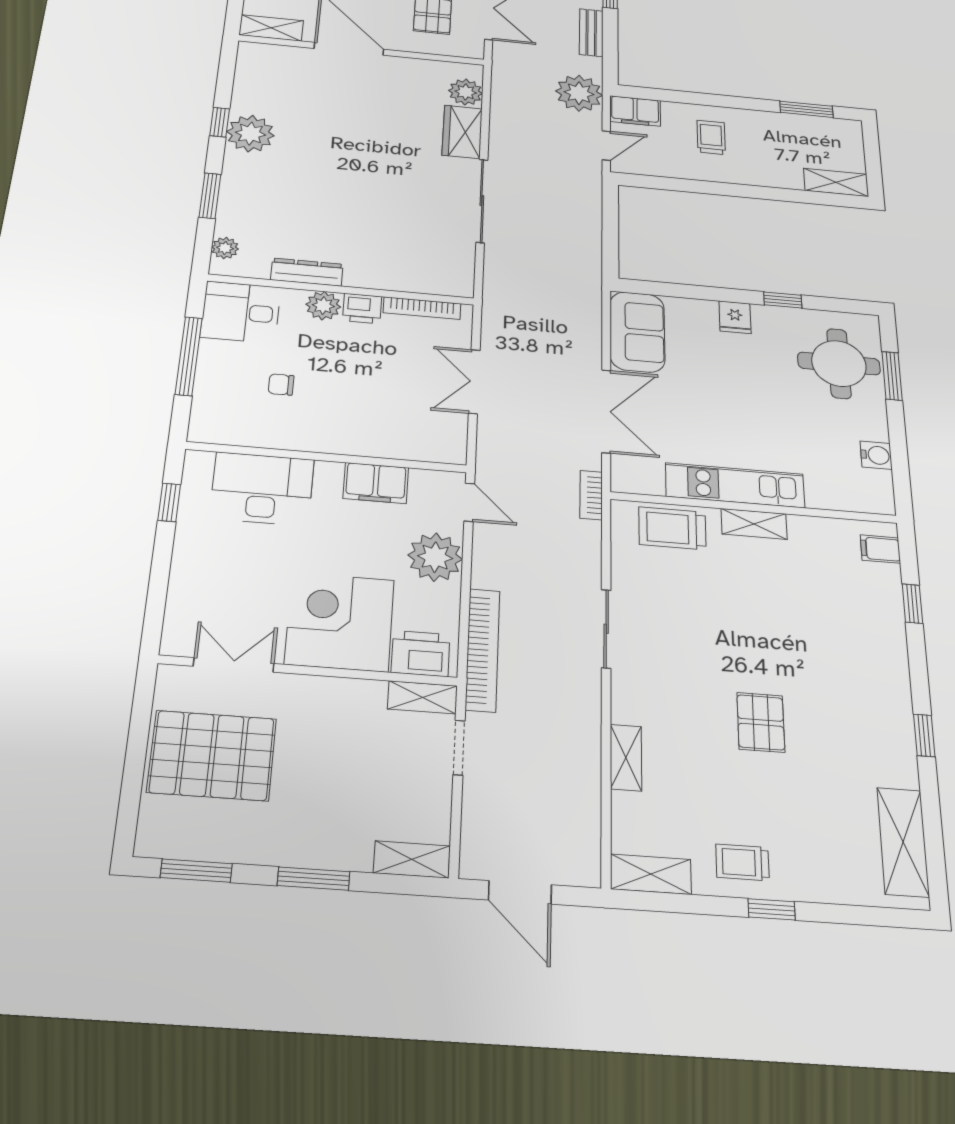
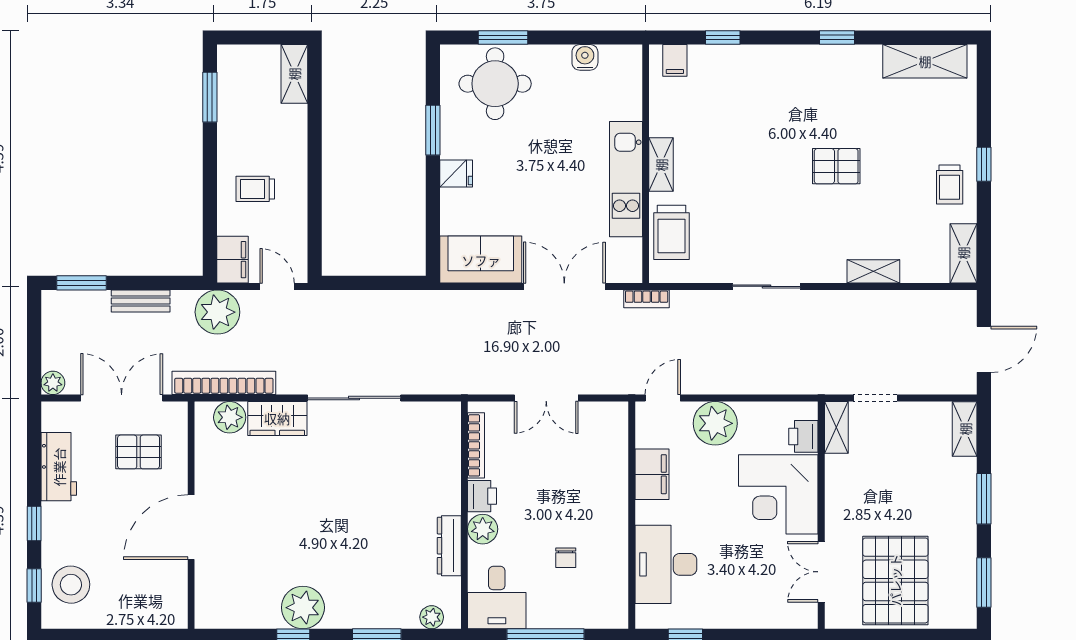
shelving: (271, 28) -> (175, 600), removed
window: (783, 300) -> (433, 130), width x1.50
bookcase: (483, 650) -> (224, 383), moved
printer: (421, 654) -> (803, 436), width x0.73, depth x0.81

